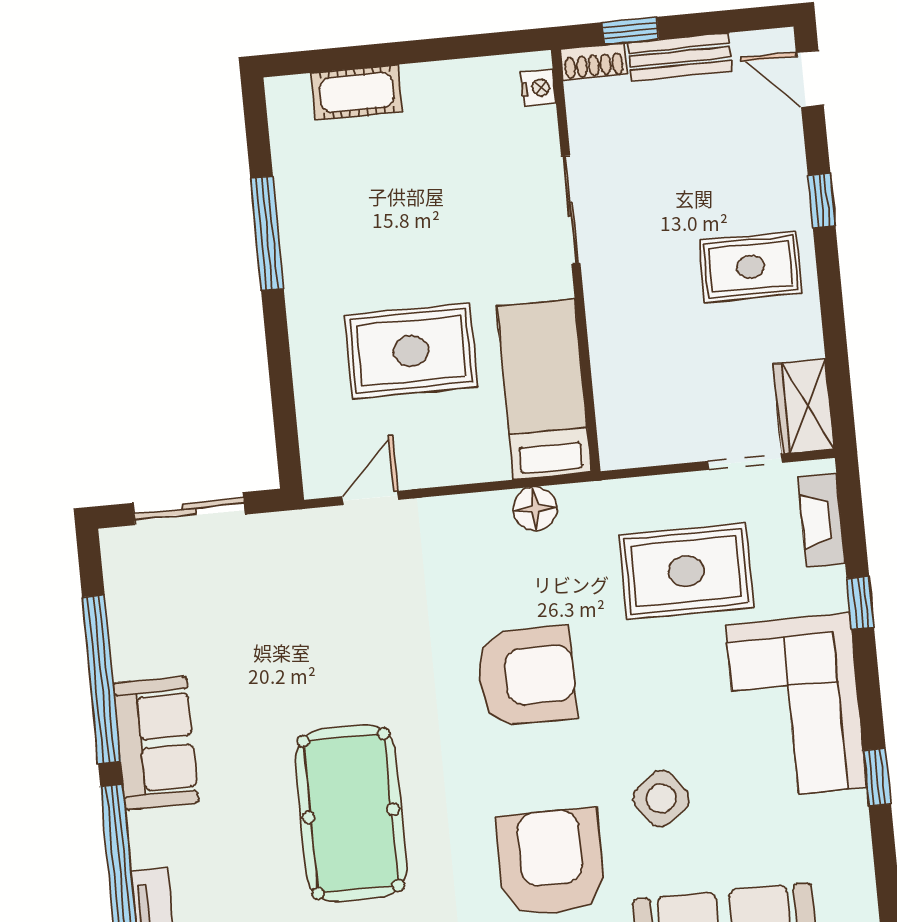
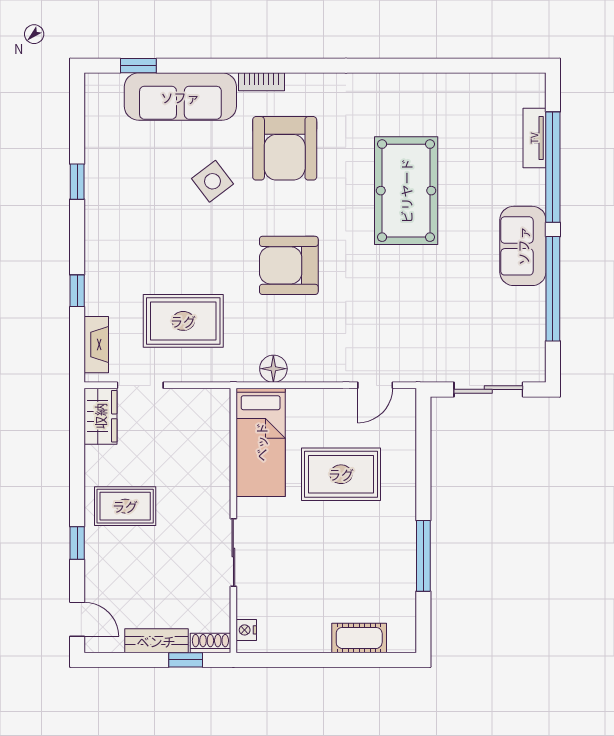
corner sofa: (796, 706) -> (123, 231), removed

